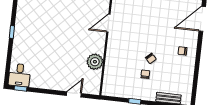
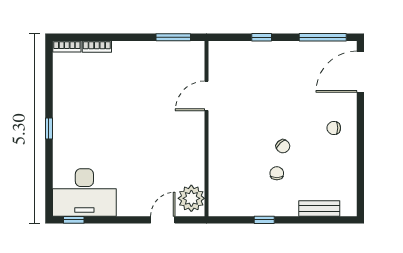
plant: (95, 62) -> (191, 198), moved
desk: (20, 75) -> (84, 192), width x1.87, depth x1.30

